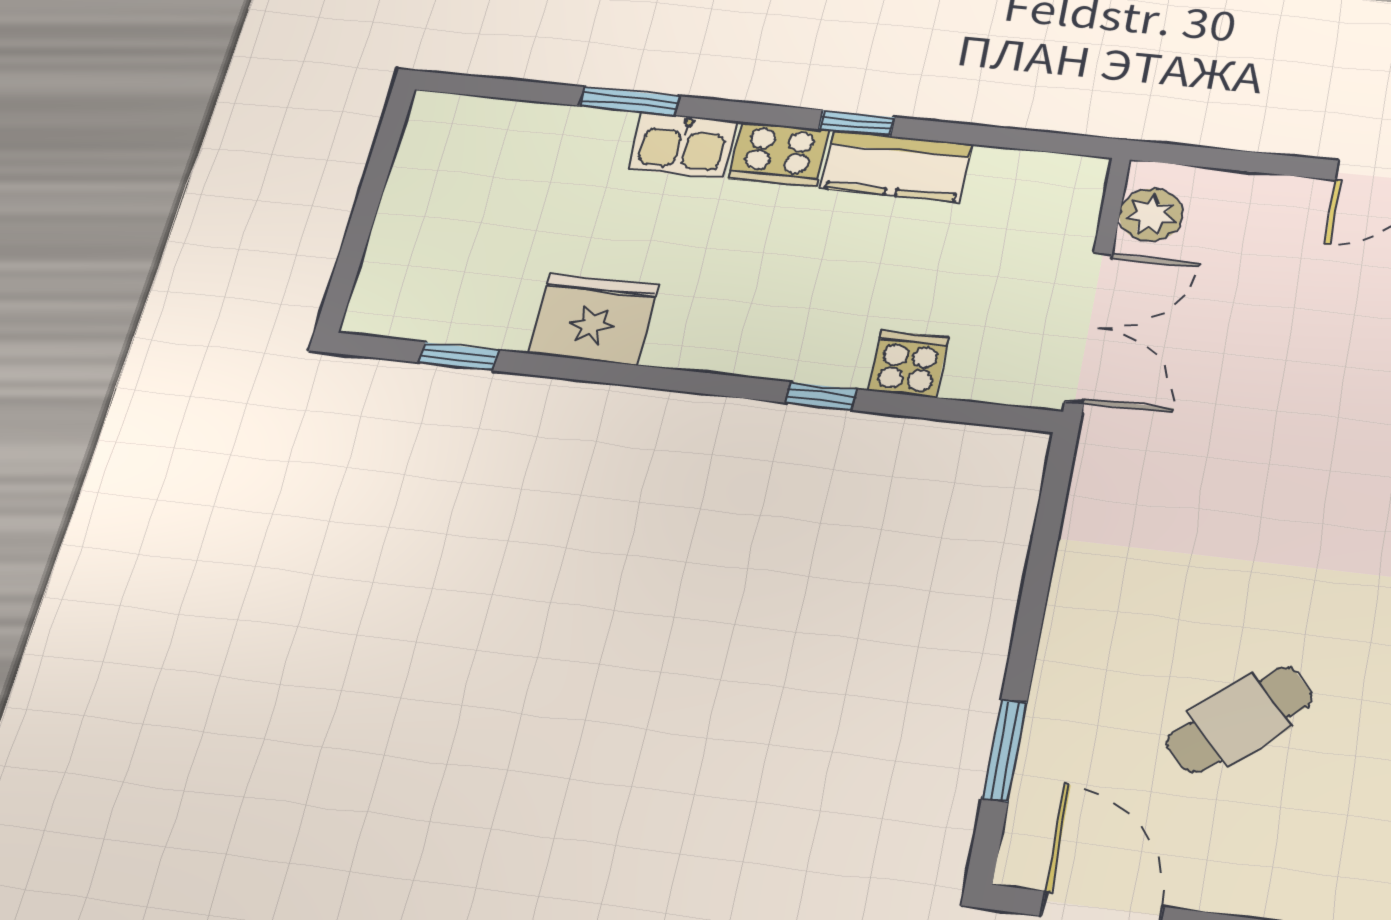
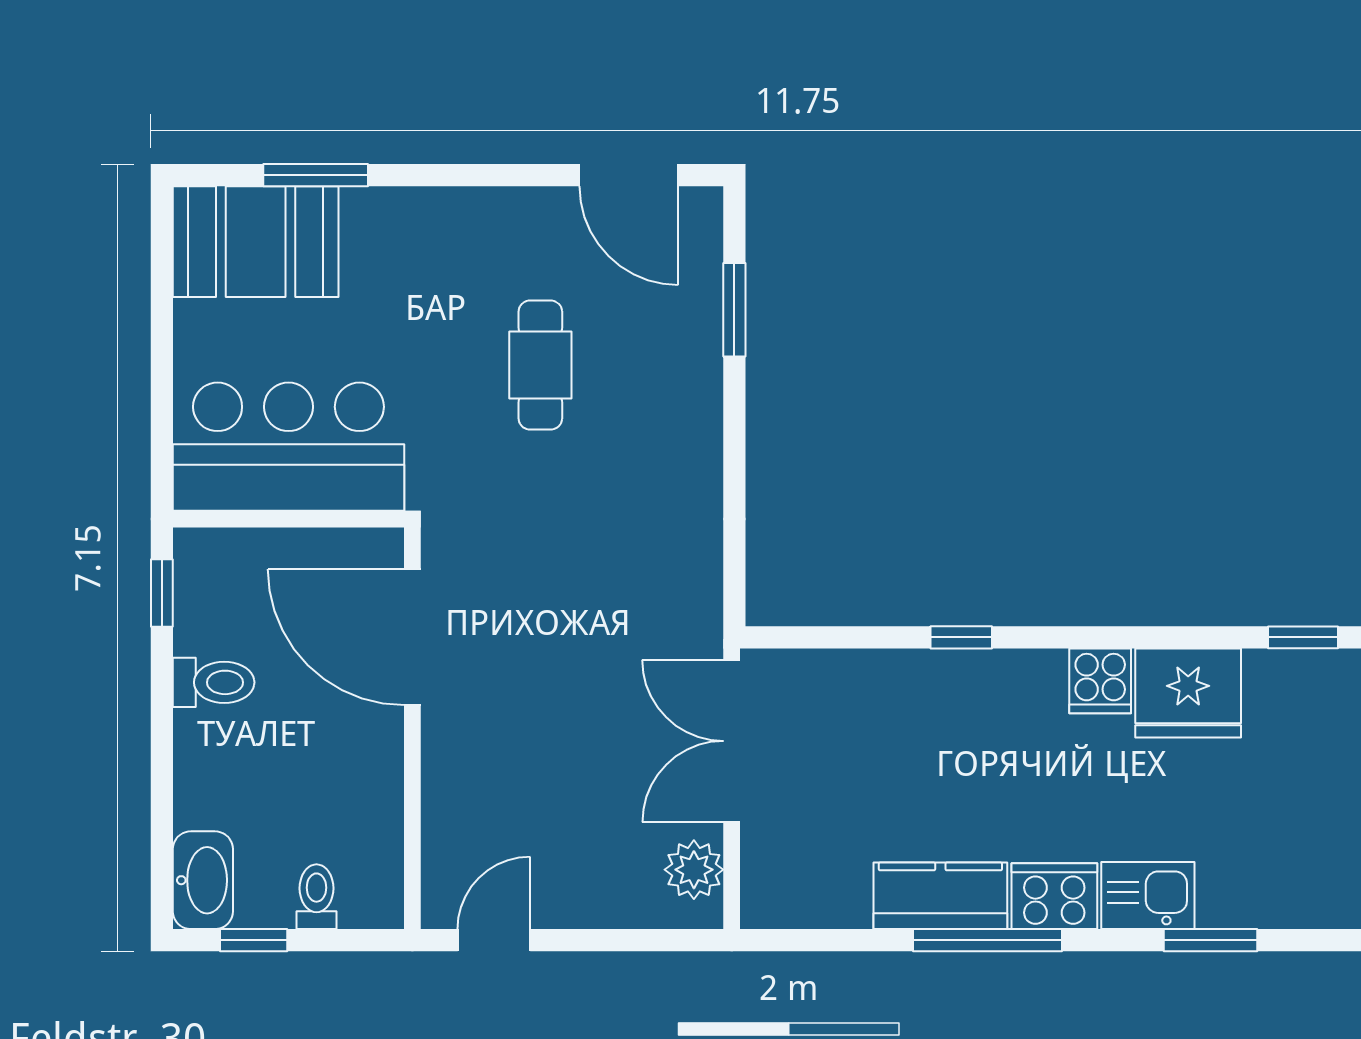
window: (857, 123) -> (988, 940), width x2.17
cooker: (909, 364) -> (1100, 681), moved
cafe table: (1240, 720) -> (540, 365), turned -48

